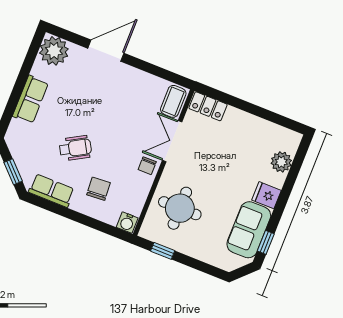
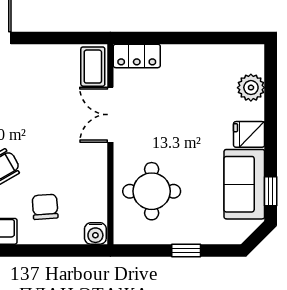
chair: (147, 166) -> (92, 156), removed
window: (163, 251) -> (186, 250), moved

